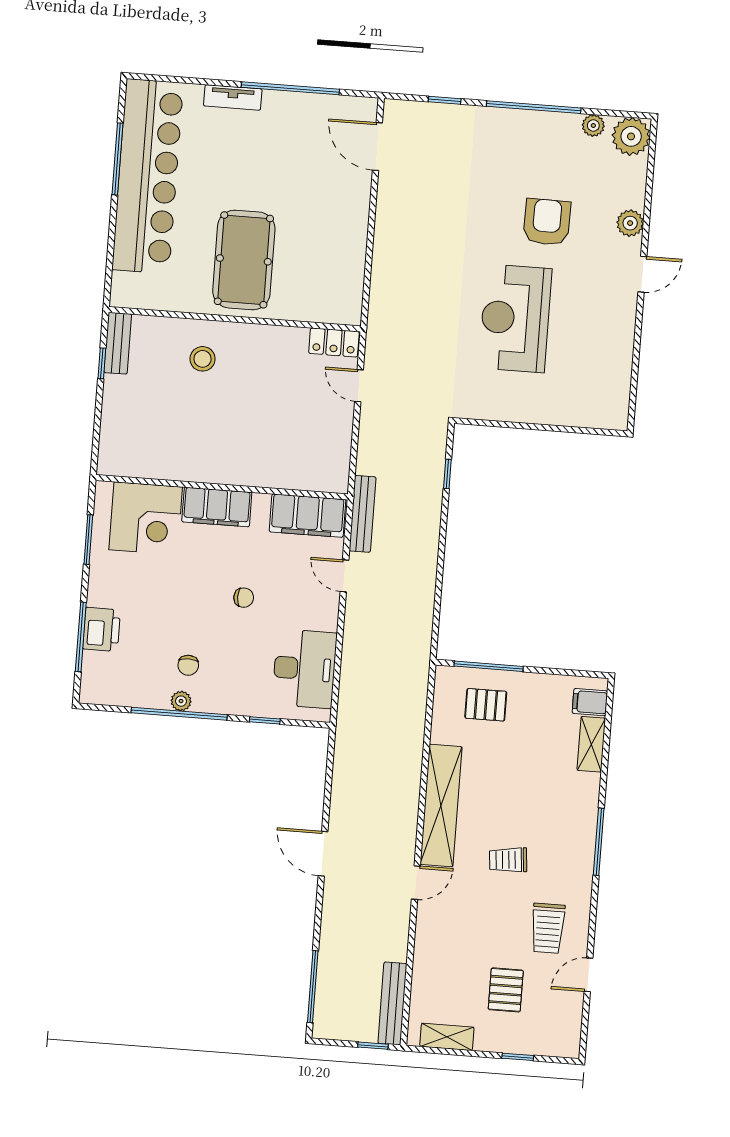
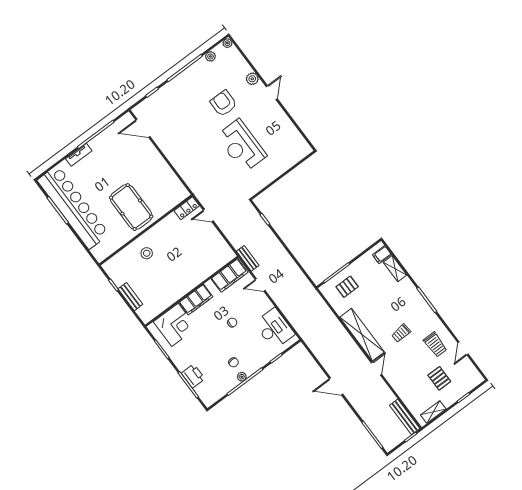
plant: (631, 136) -> (227, 43), width x0.53, depth x0.53
bench: (118, 343) -> (130, 297), moved
bench: (362, 514) -> (248, 258), width x0.73

